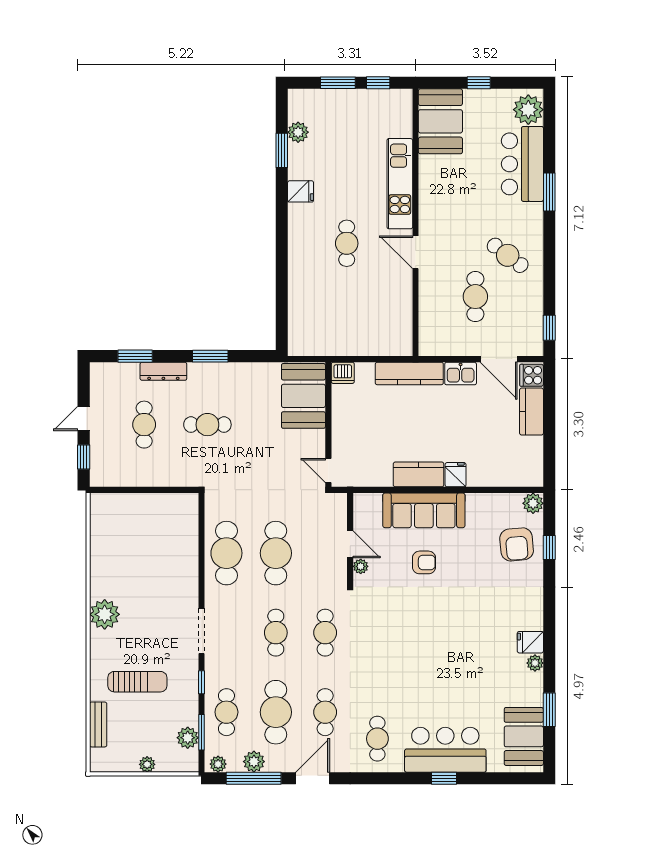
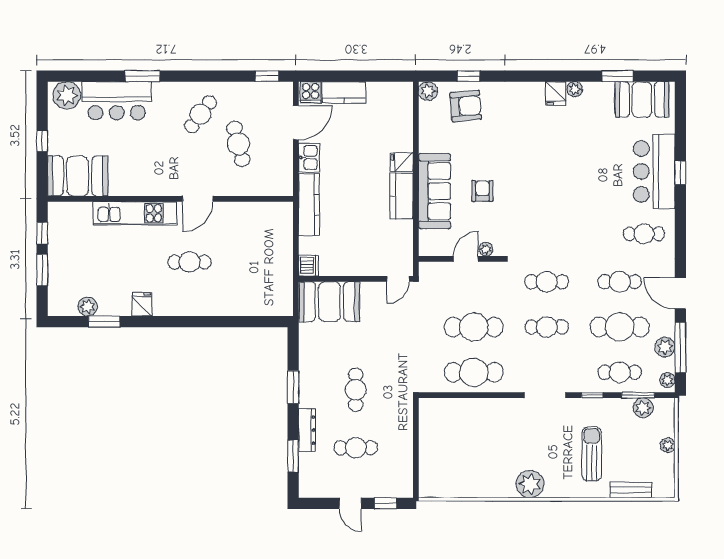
cafe table: (475, 297) -> (238, 144), turned 76

